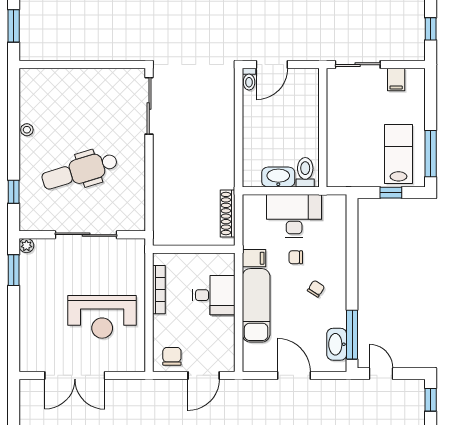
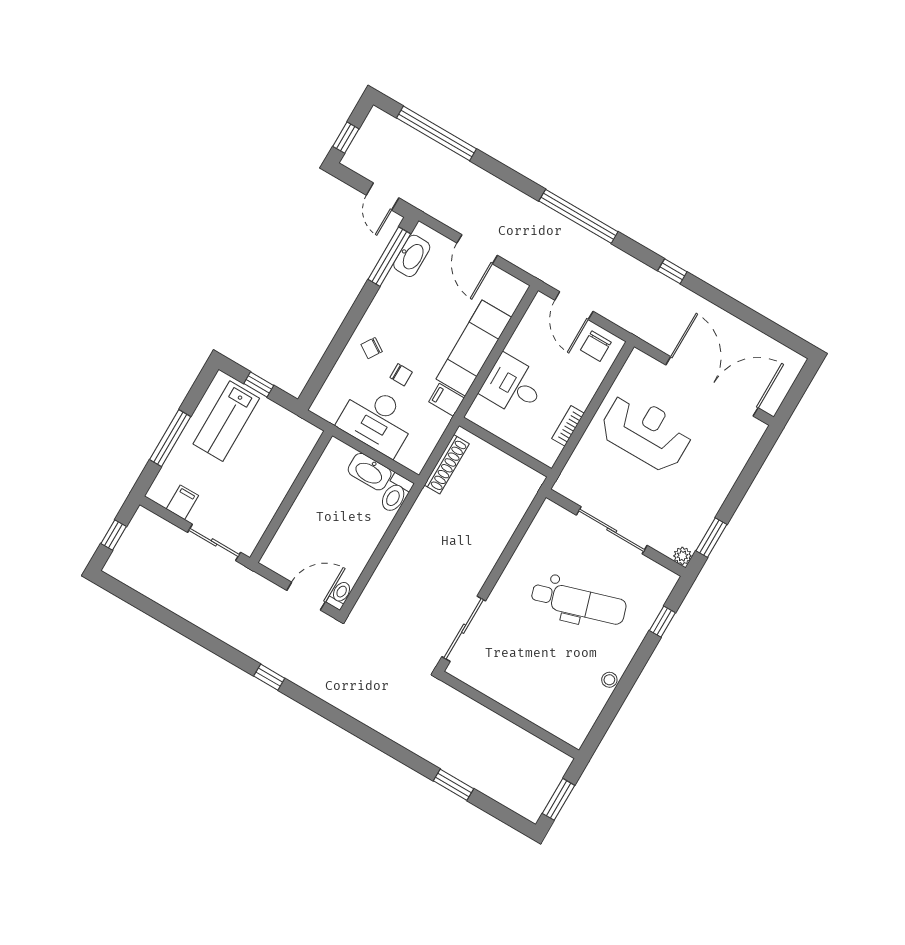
window: (431, 154) -> (170, 438), moved
toilet: (305, 172) -> (396, 494), moved
chair: (316, 289) -> (372, 348), moved
bookcase: (159, 290) -> (568, 426), width x0.64
double door: (75, 375) -> (712, 386), width x1.36
door: (204, 375) -> (574, 306), swing flipped

